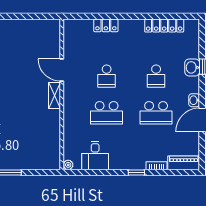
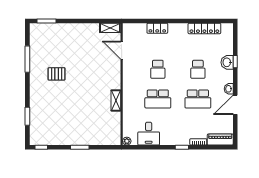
shelving: (47, 25) -> (110, 28), added
door: (62, 70) -> (122, 50), moved
shelving: (55, 95) -> (116, 100), moved

